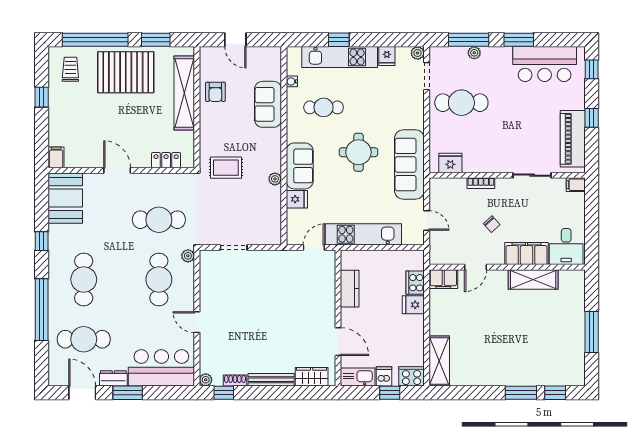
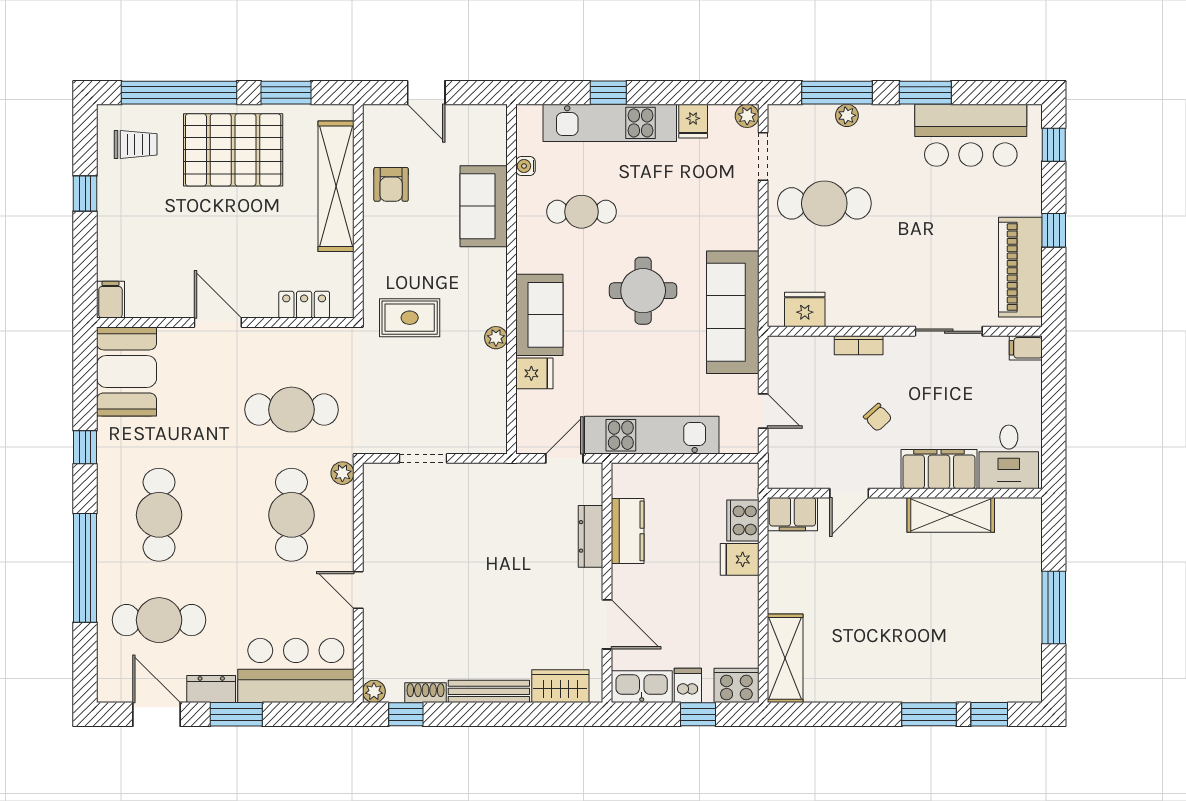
trolley: (70, 69) -> (136, 144), turned 90
dresser: (329, 292) -> (590, 536), added

